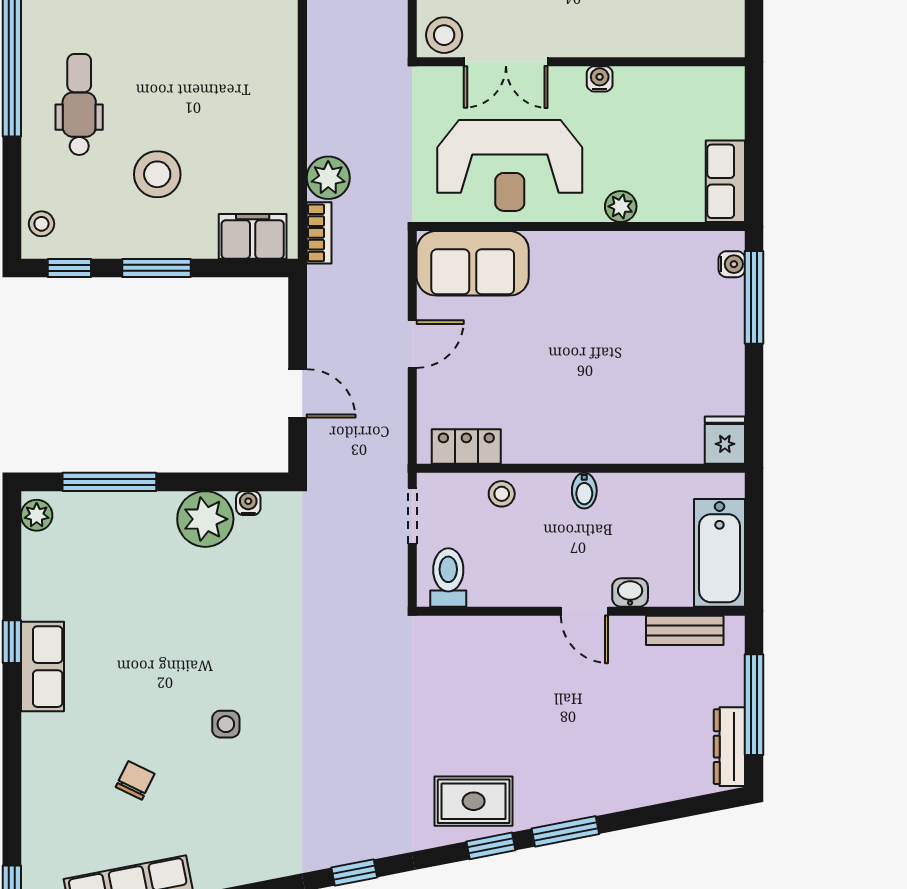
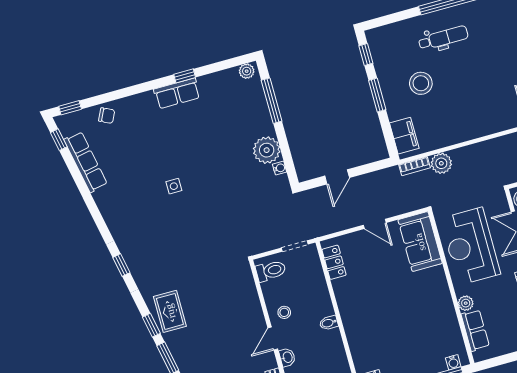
row of seats: (725, 181) -> (475, 330), moved, turned 90
stool: (41, 224) -> (383, 36), removed
stool: (502, 494) -> (284, 312), moved
chair: (135, 780) -> (107, 116), moved

